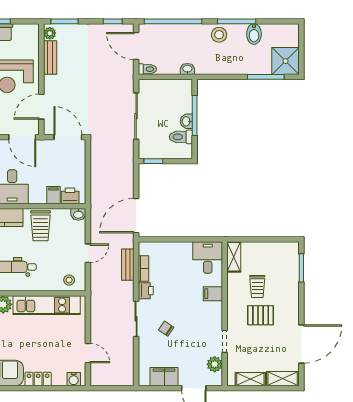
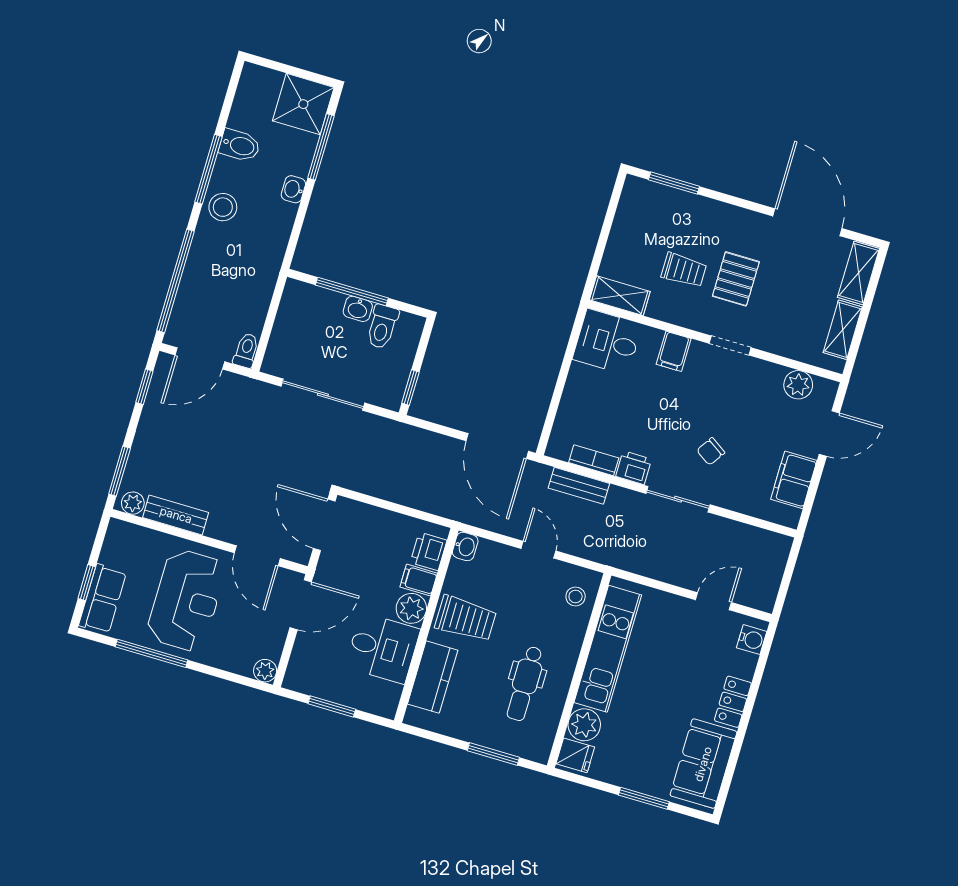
washbasin: (187, 69) -> (293, 189), moved
door: (68, 137) -> (324, 525), hinge flipped
plant: (37, 196) -> (411, 608), added
doorway: (225, 341) -> (730, 346), moved

